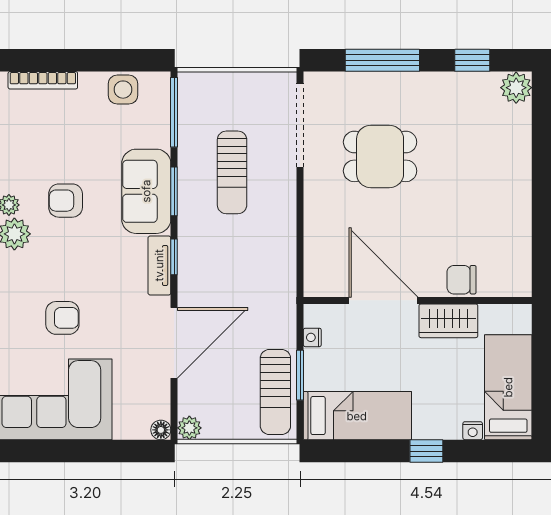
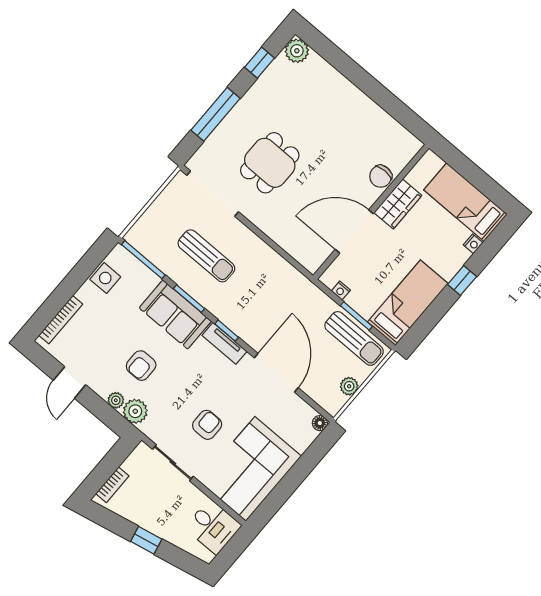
plant: (189, 428) -> (349, 386), moved

